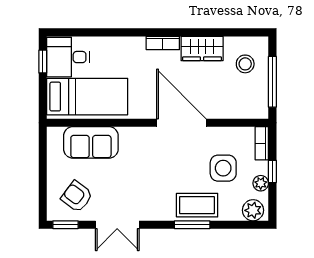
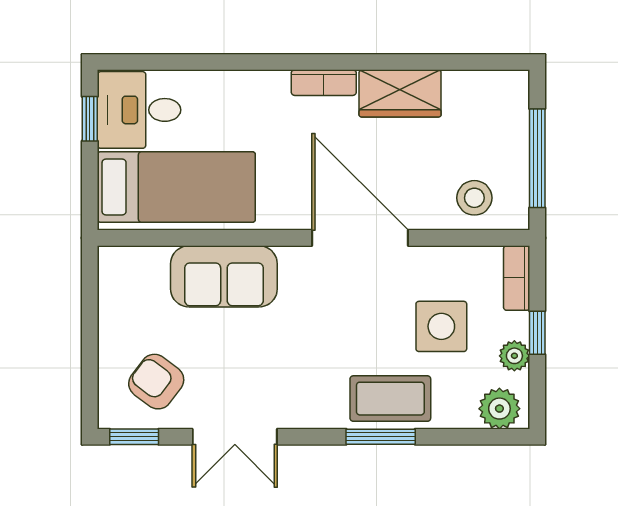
stool: (245, 64) -> (474, 198), moved
sofa: (91, 142) -> (224, 276), moved

